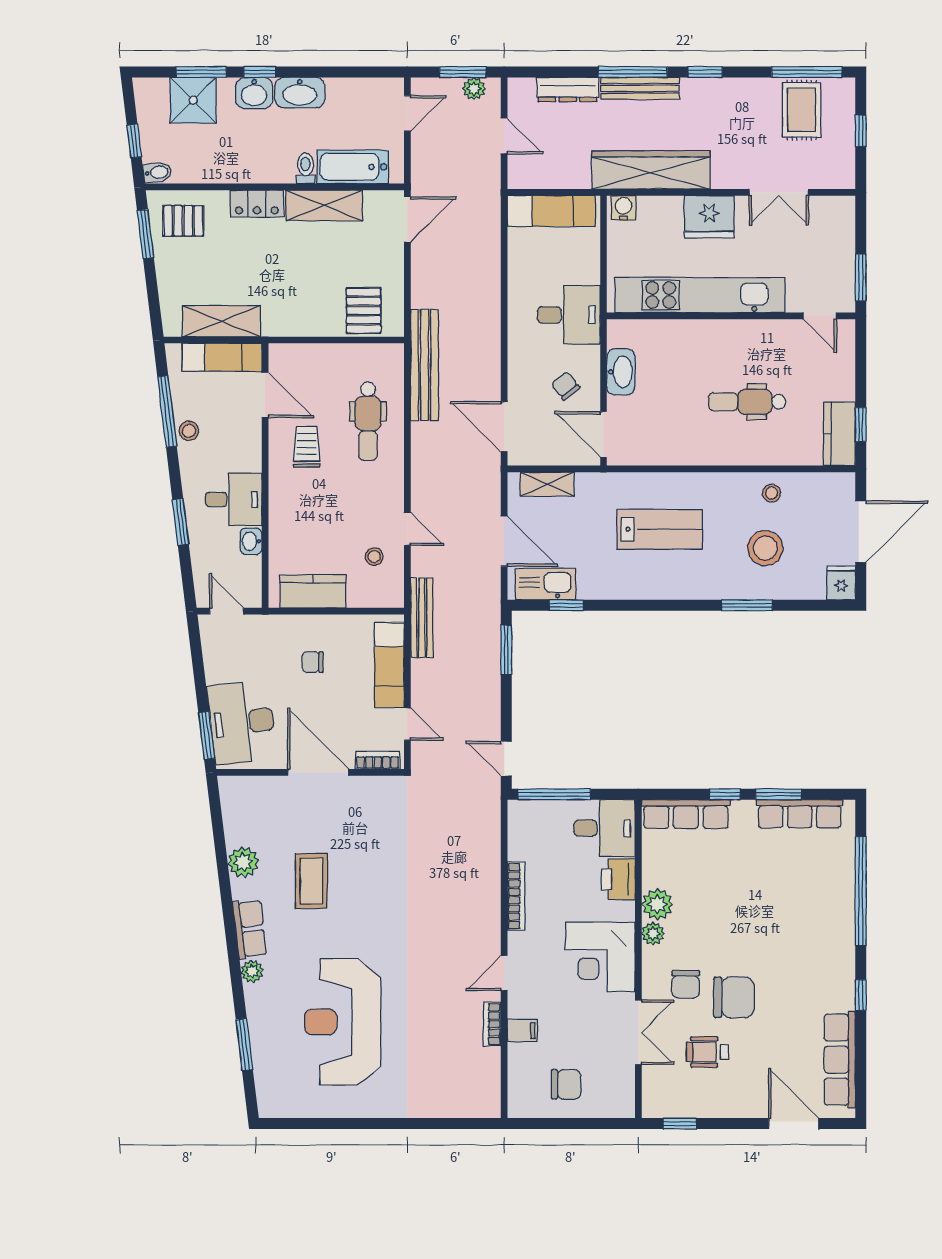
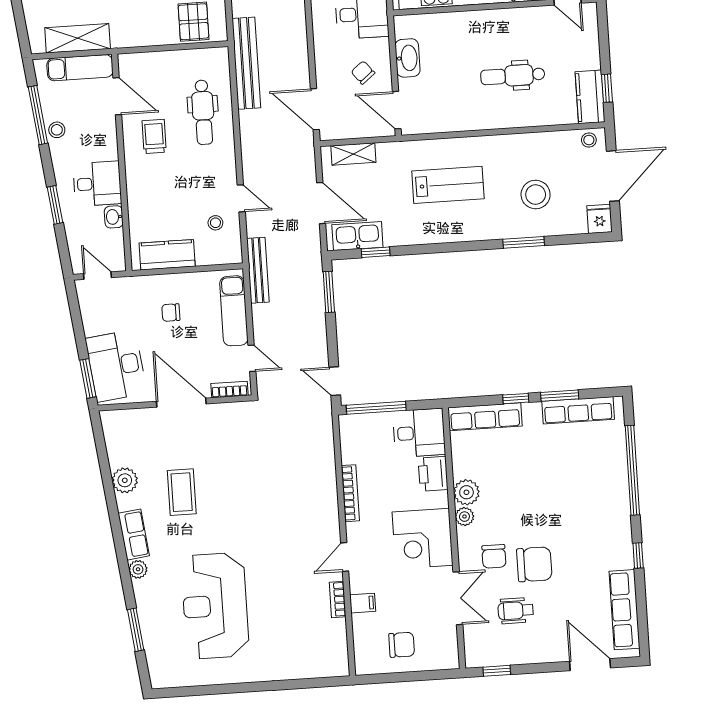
stool: (772, 493) -> (589, 140), moved

